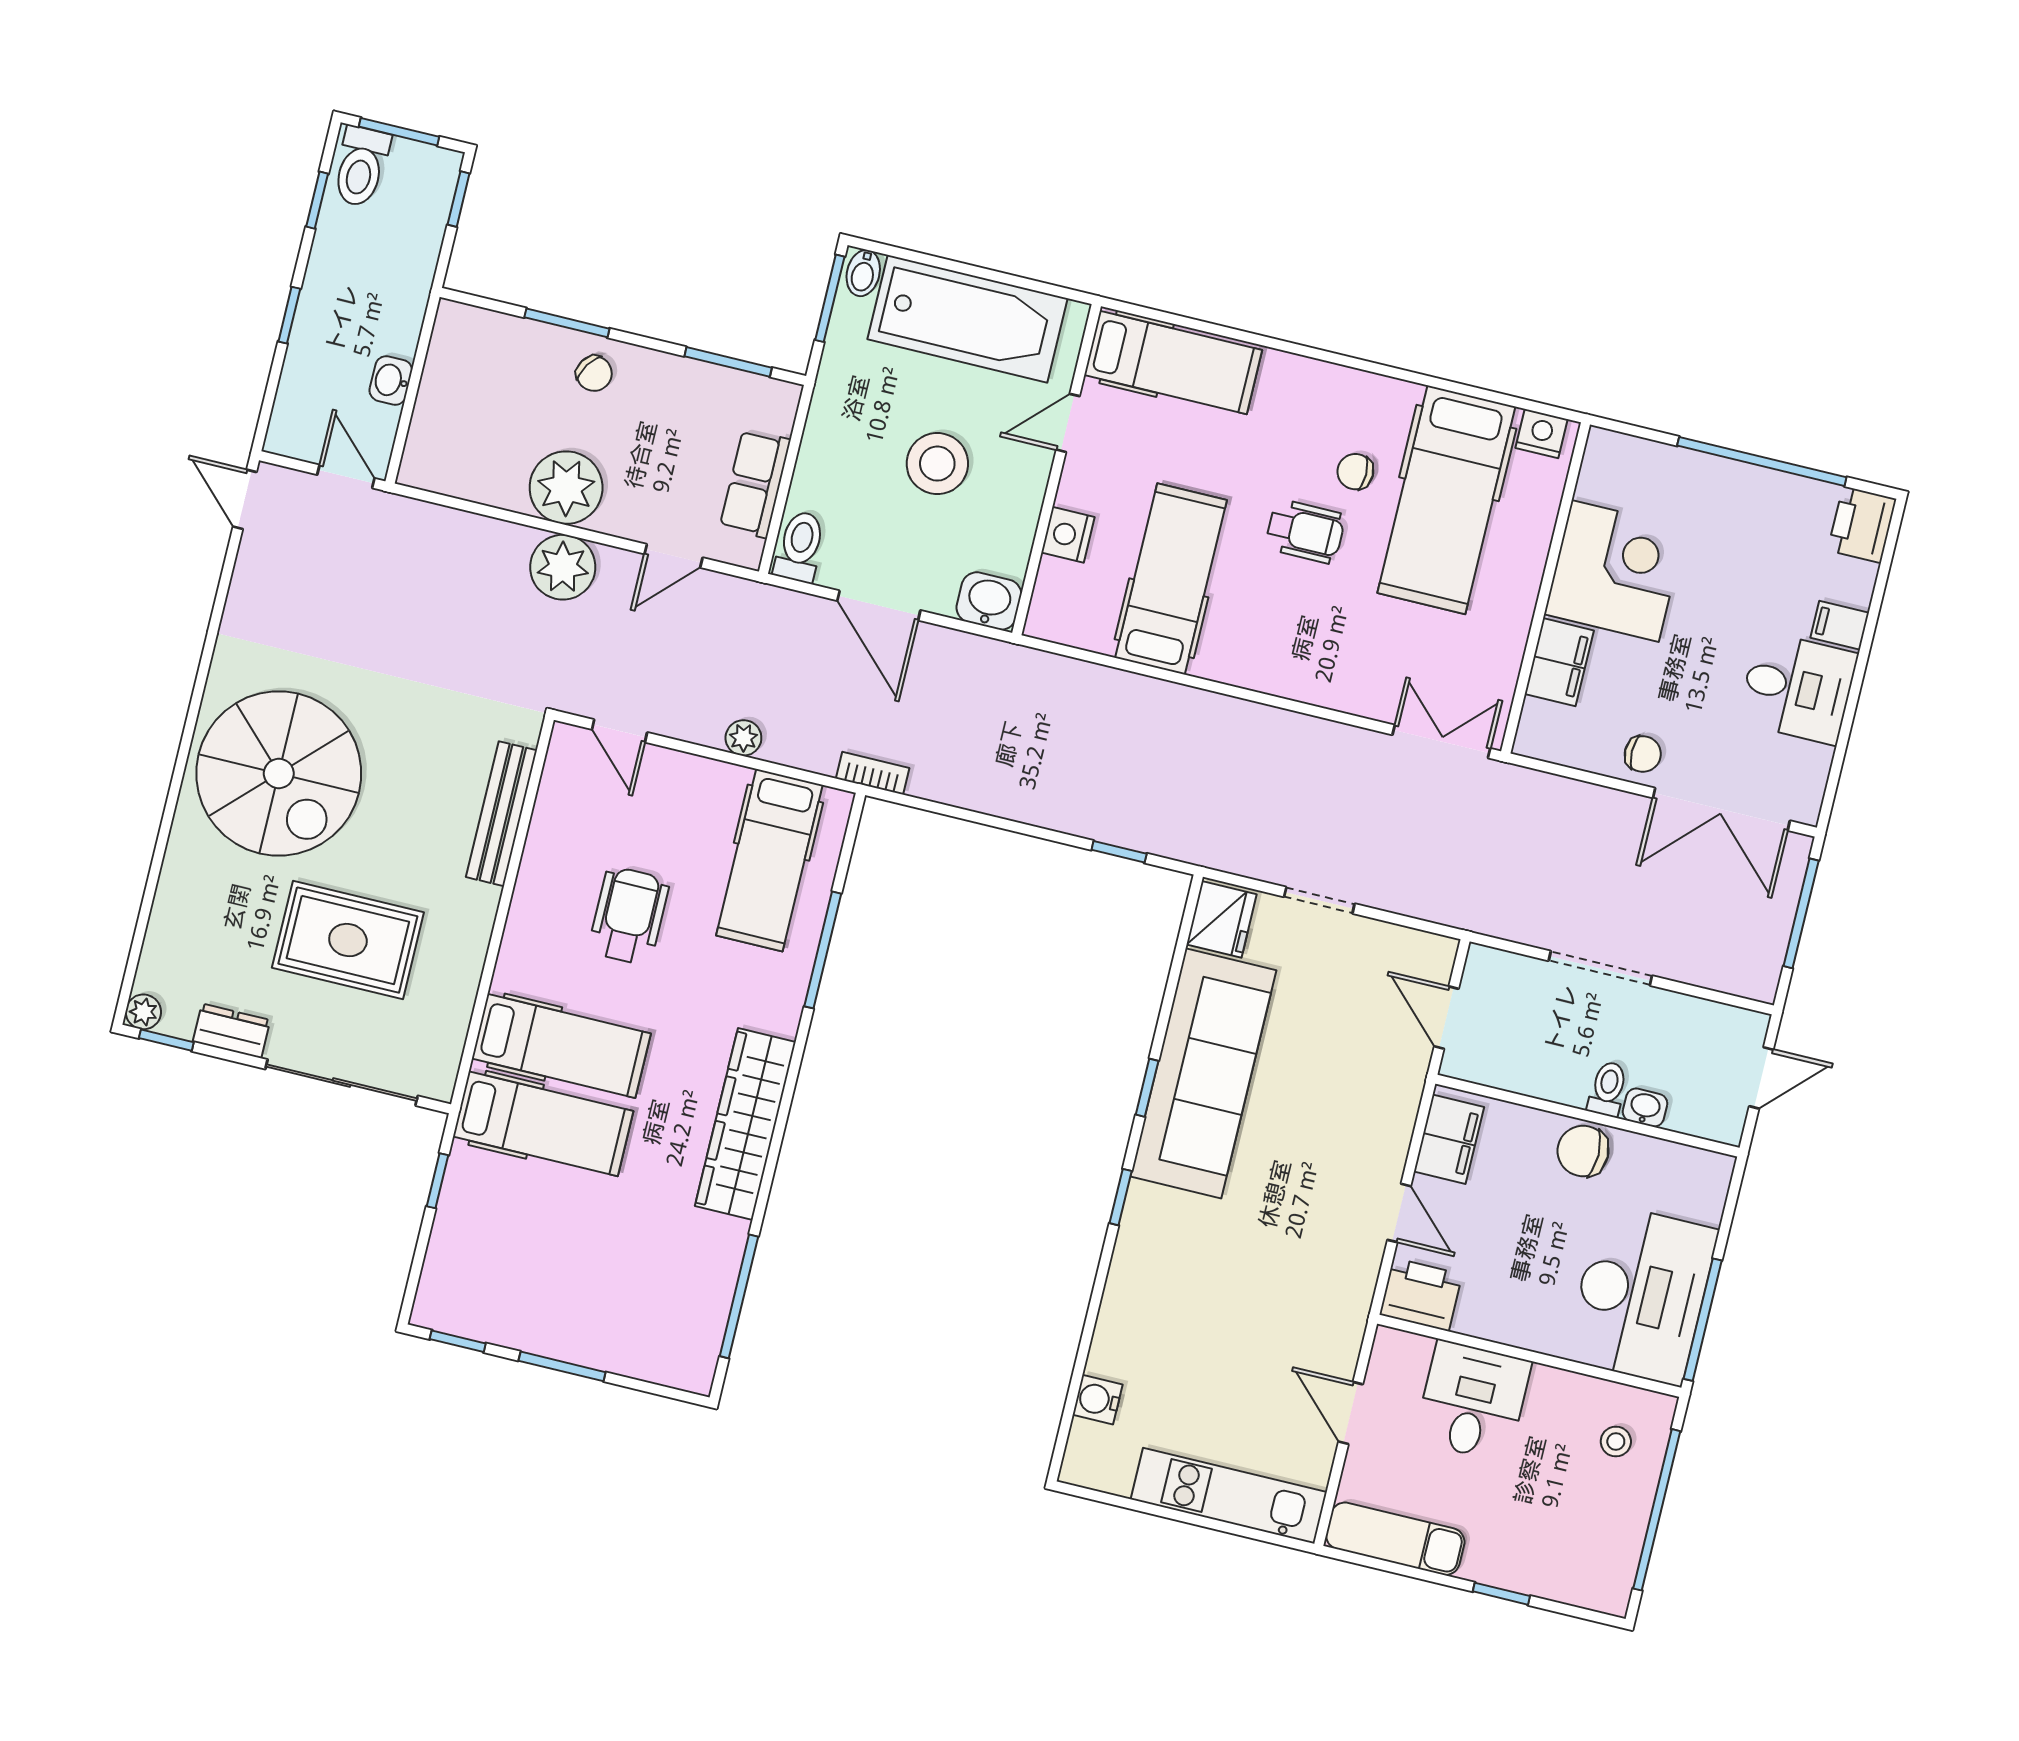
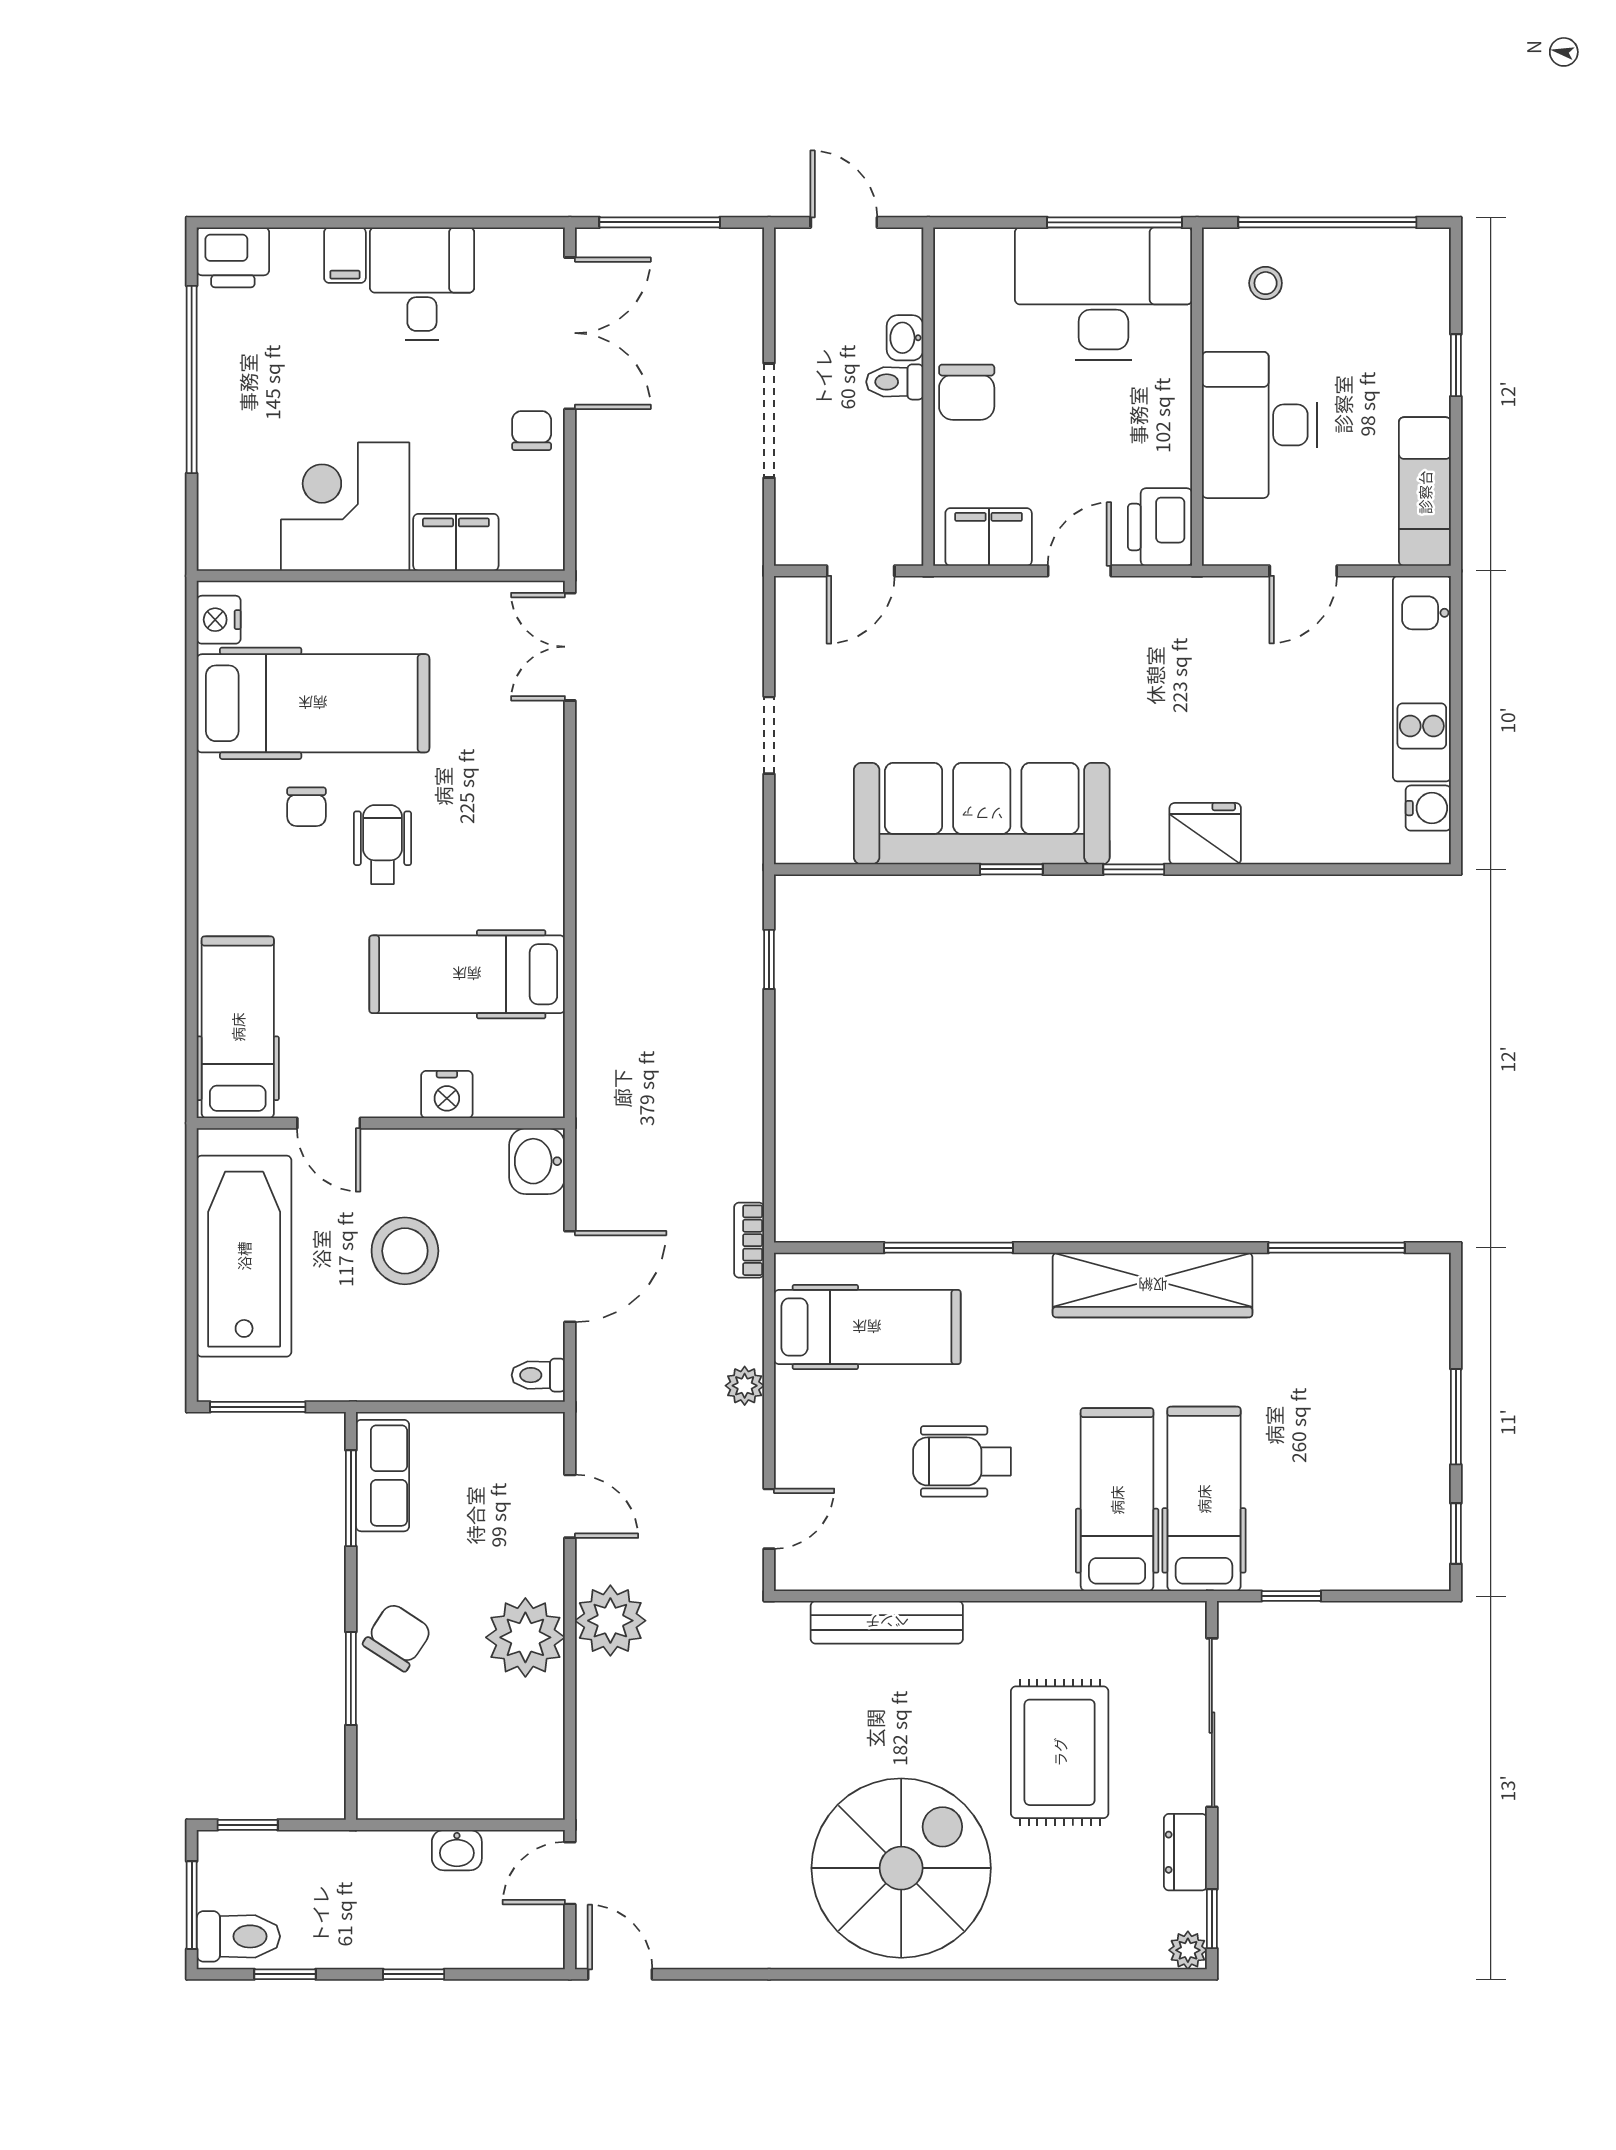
bidet: (863, 273) -> (222, 1378), removed
chair: (594, 373) -> (397, 1637), width x1.37, depth x1.37
row of seats: (755, 483) -> (383, 1476), moved, turned -90
door: (245, 499) -> (620, 1974), swing flipped
toilet: (800, 547) -> (538, 1375), width x0.73, depth x0.72
fridge: (1222, 919) -> (1205, 834), moved
water cooler: (1098, 1400) -> (1428, 808), moved, turned -90
desk: (1473, 1401) -> (1259, 425), width x1.37

